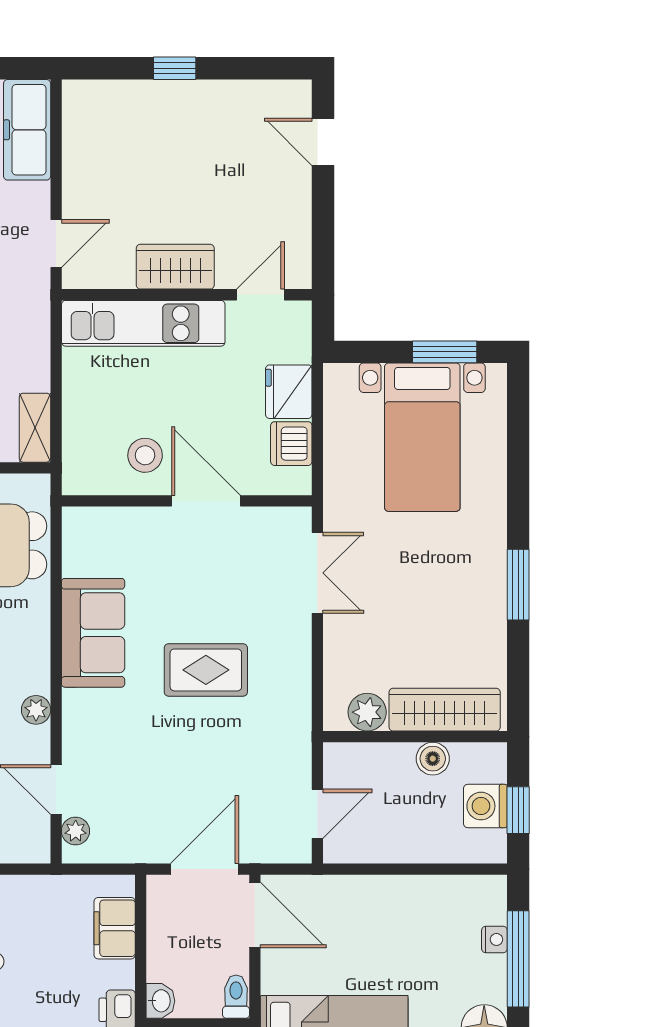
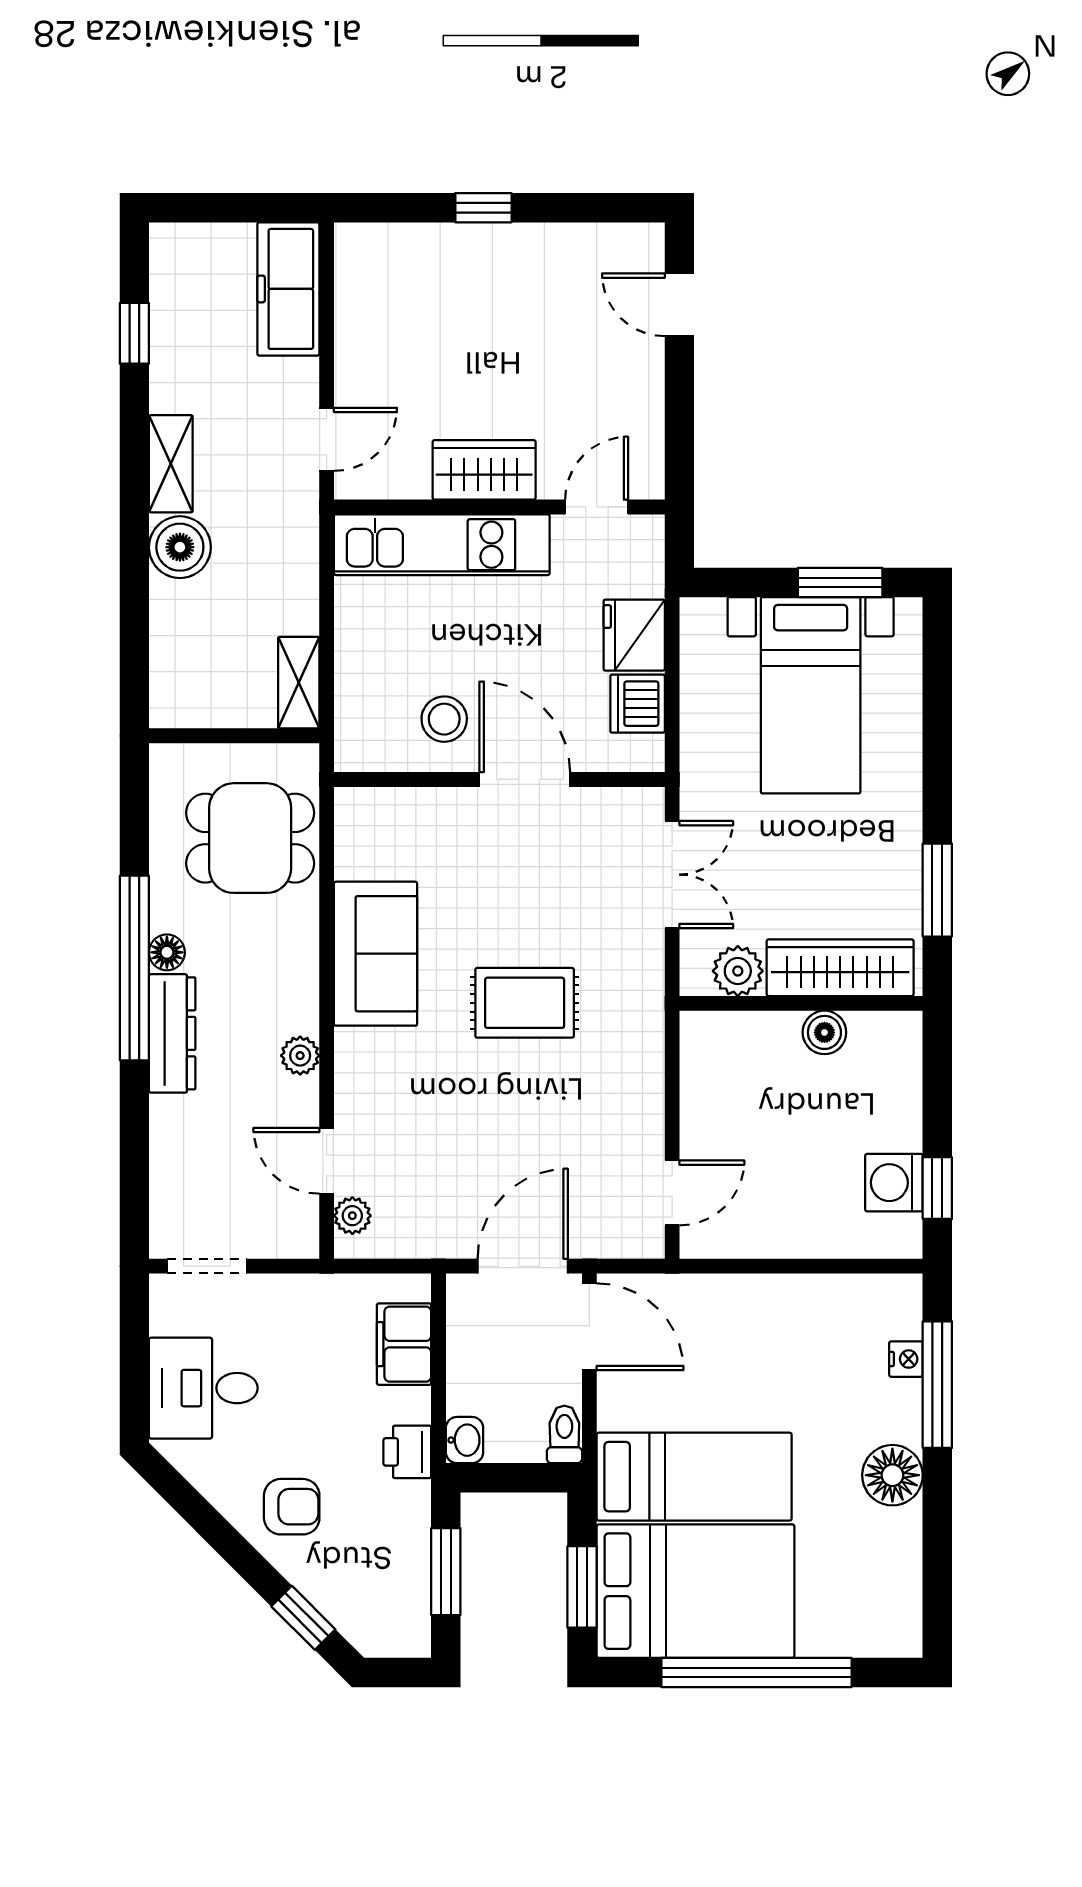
wardrobe: (445, 710) -> (840, 968), moved
plant: (367, 712) -> (738, 971), moved
wall: (415, 737) -> (801, 1003), moved
boiler: (433, 759) -> (824, 1032), moved

